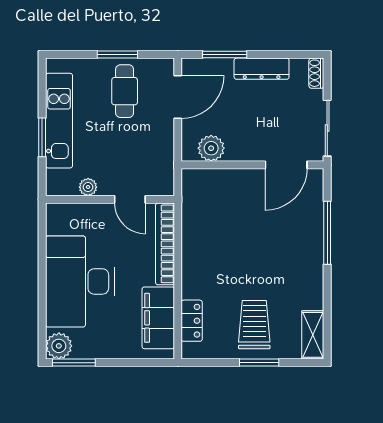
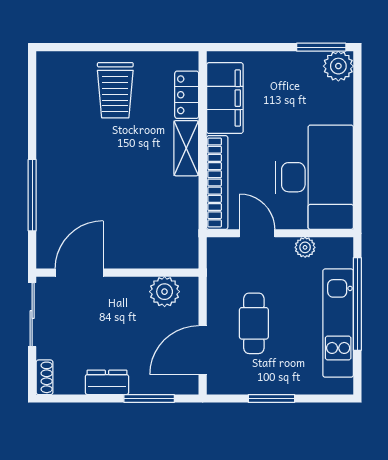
dresser: (262, 69) -> (107, 382), width x0.70
cafe table: (125, 91) -> (254, 323), moved
window: (42, 137) -> (357, 304), width x2.11
desk: (80, 281) -> (314, 177), moved
shelving: (313, 335) -> (186, 148), moved
window: (259, 363) -> (110, 47), removed

